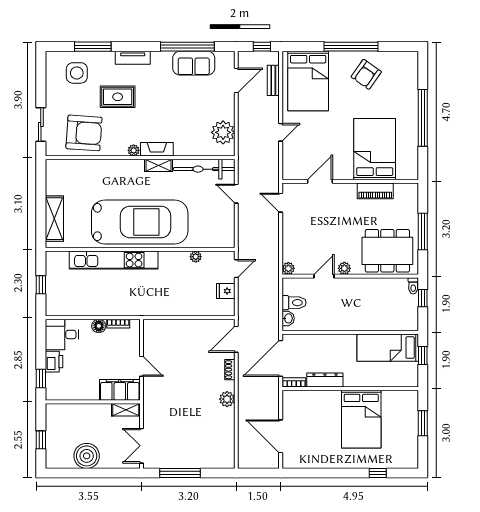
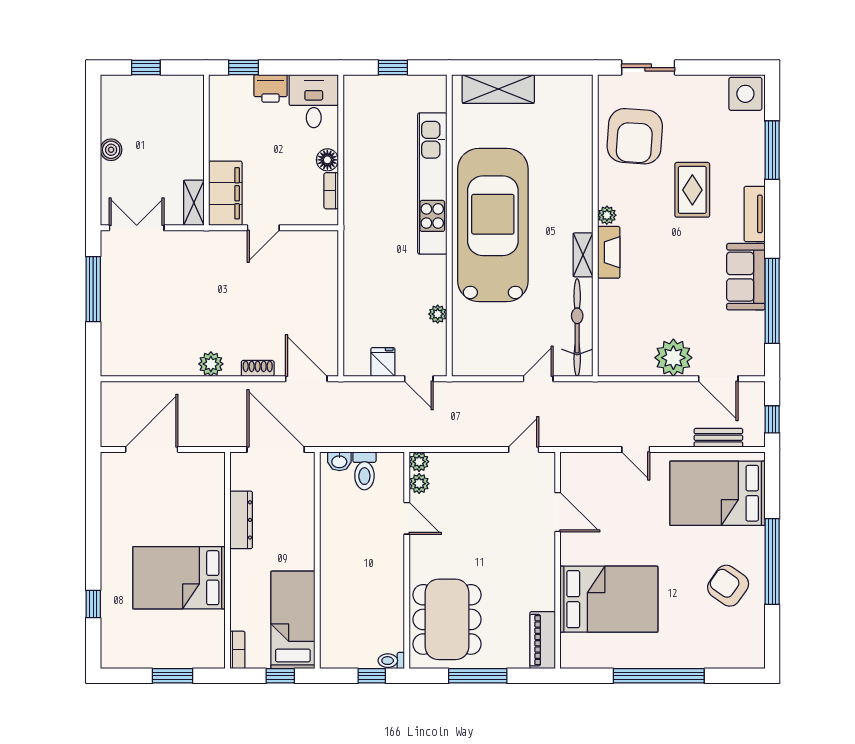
sofa: (194, 63) -> (746, 277), moved
side table: (77, 73) -> (745, 94), moved
plant: (223, 132) -> (673, 358), moved
piano: (375, 191) -> (543, 640), moved
car: (140, 222) -> (493, 225), turned 180
plant: (344, 268) -> (419, 484), moved
bookcase: (294, 382) -> (237, 650), moved
boiler: (87, 456) -> (111, 150), width x0.54, depth x0.54

